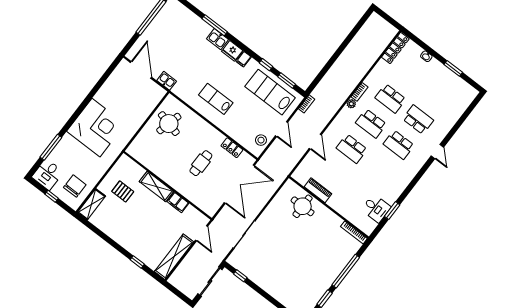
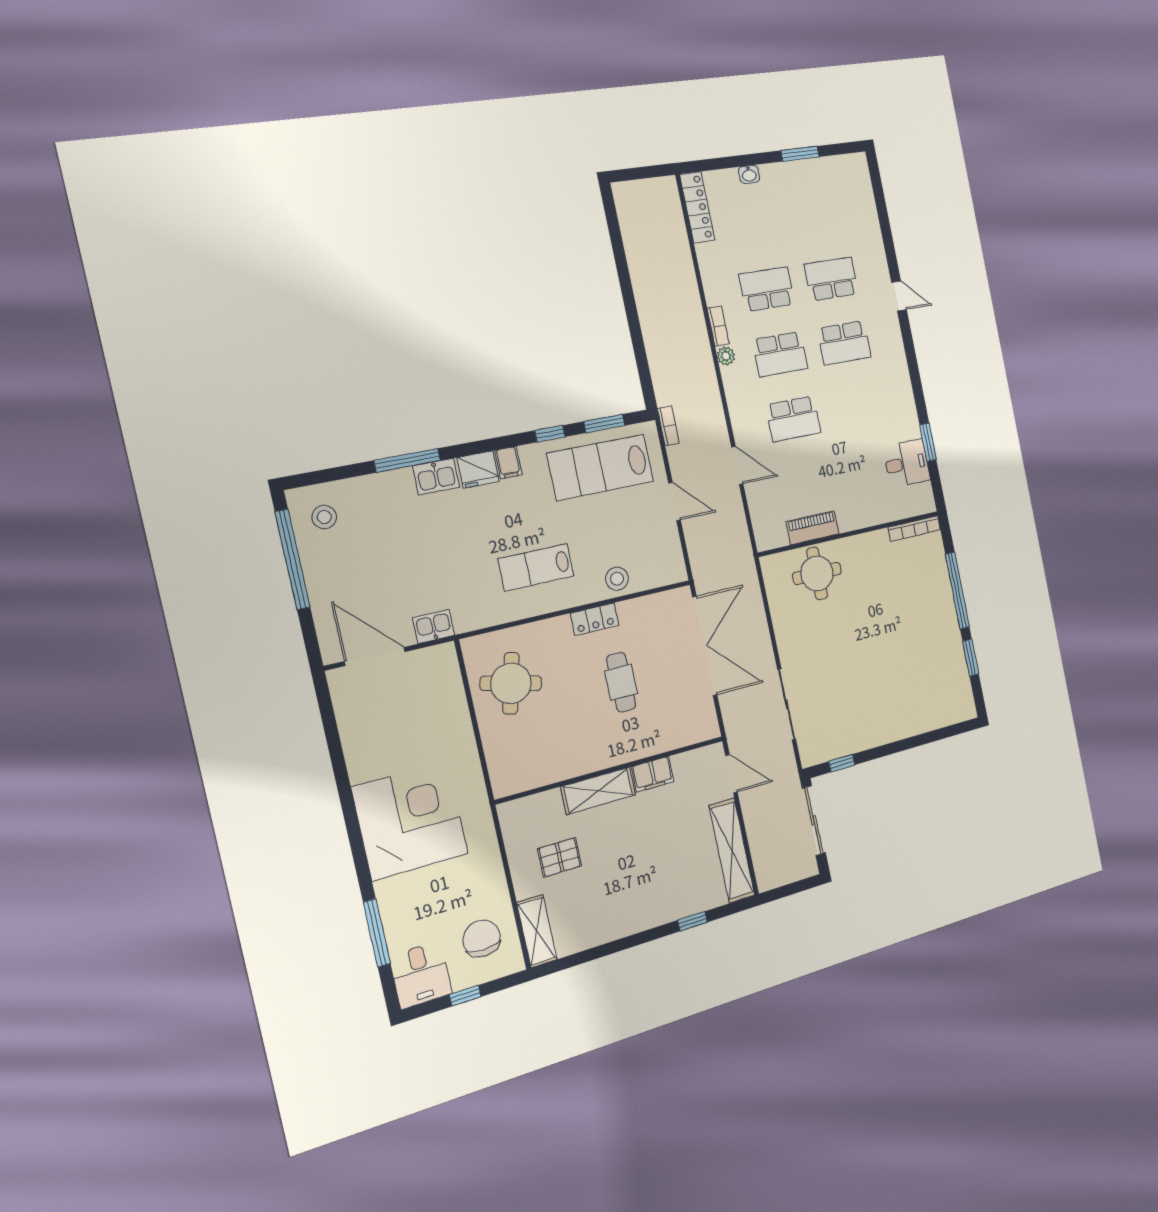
stool: (173, 15) -> (324, 517), added
school desk: (390, 98) -> (767, 289), turned 180
stool: (261, 140) -> (617, 579), moved
locker: (232, 148) -> (595, 619), moved

